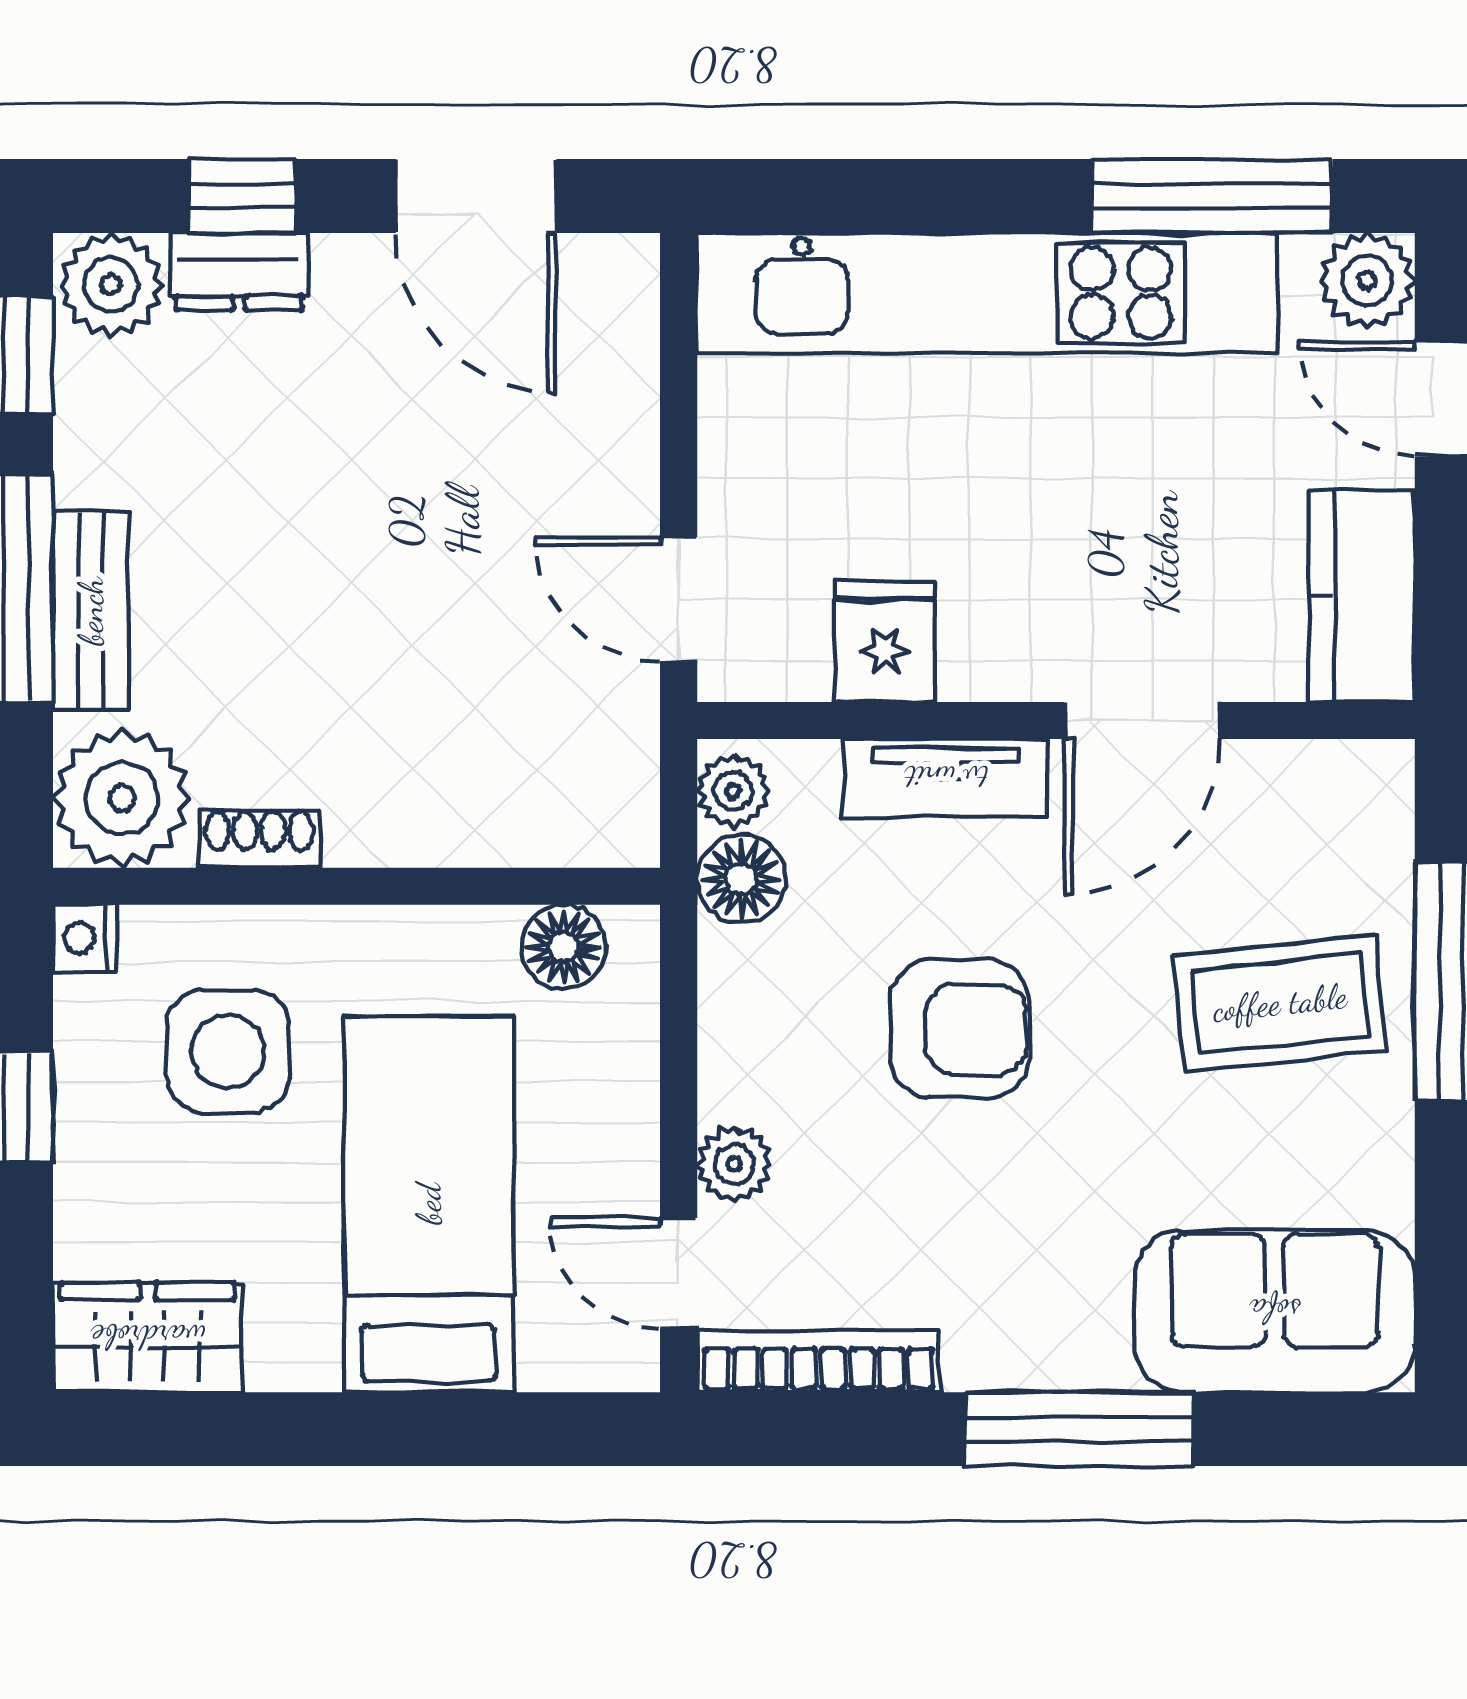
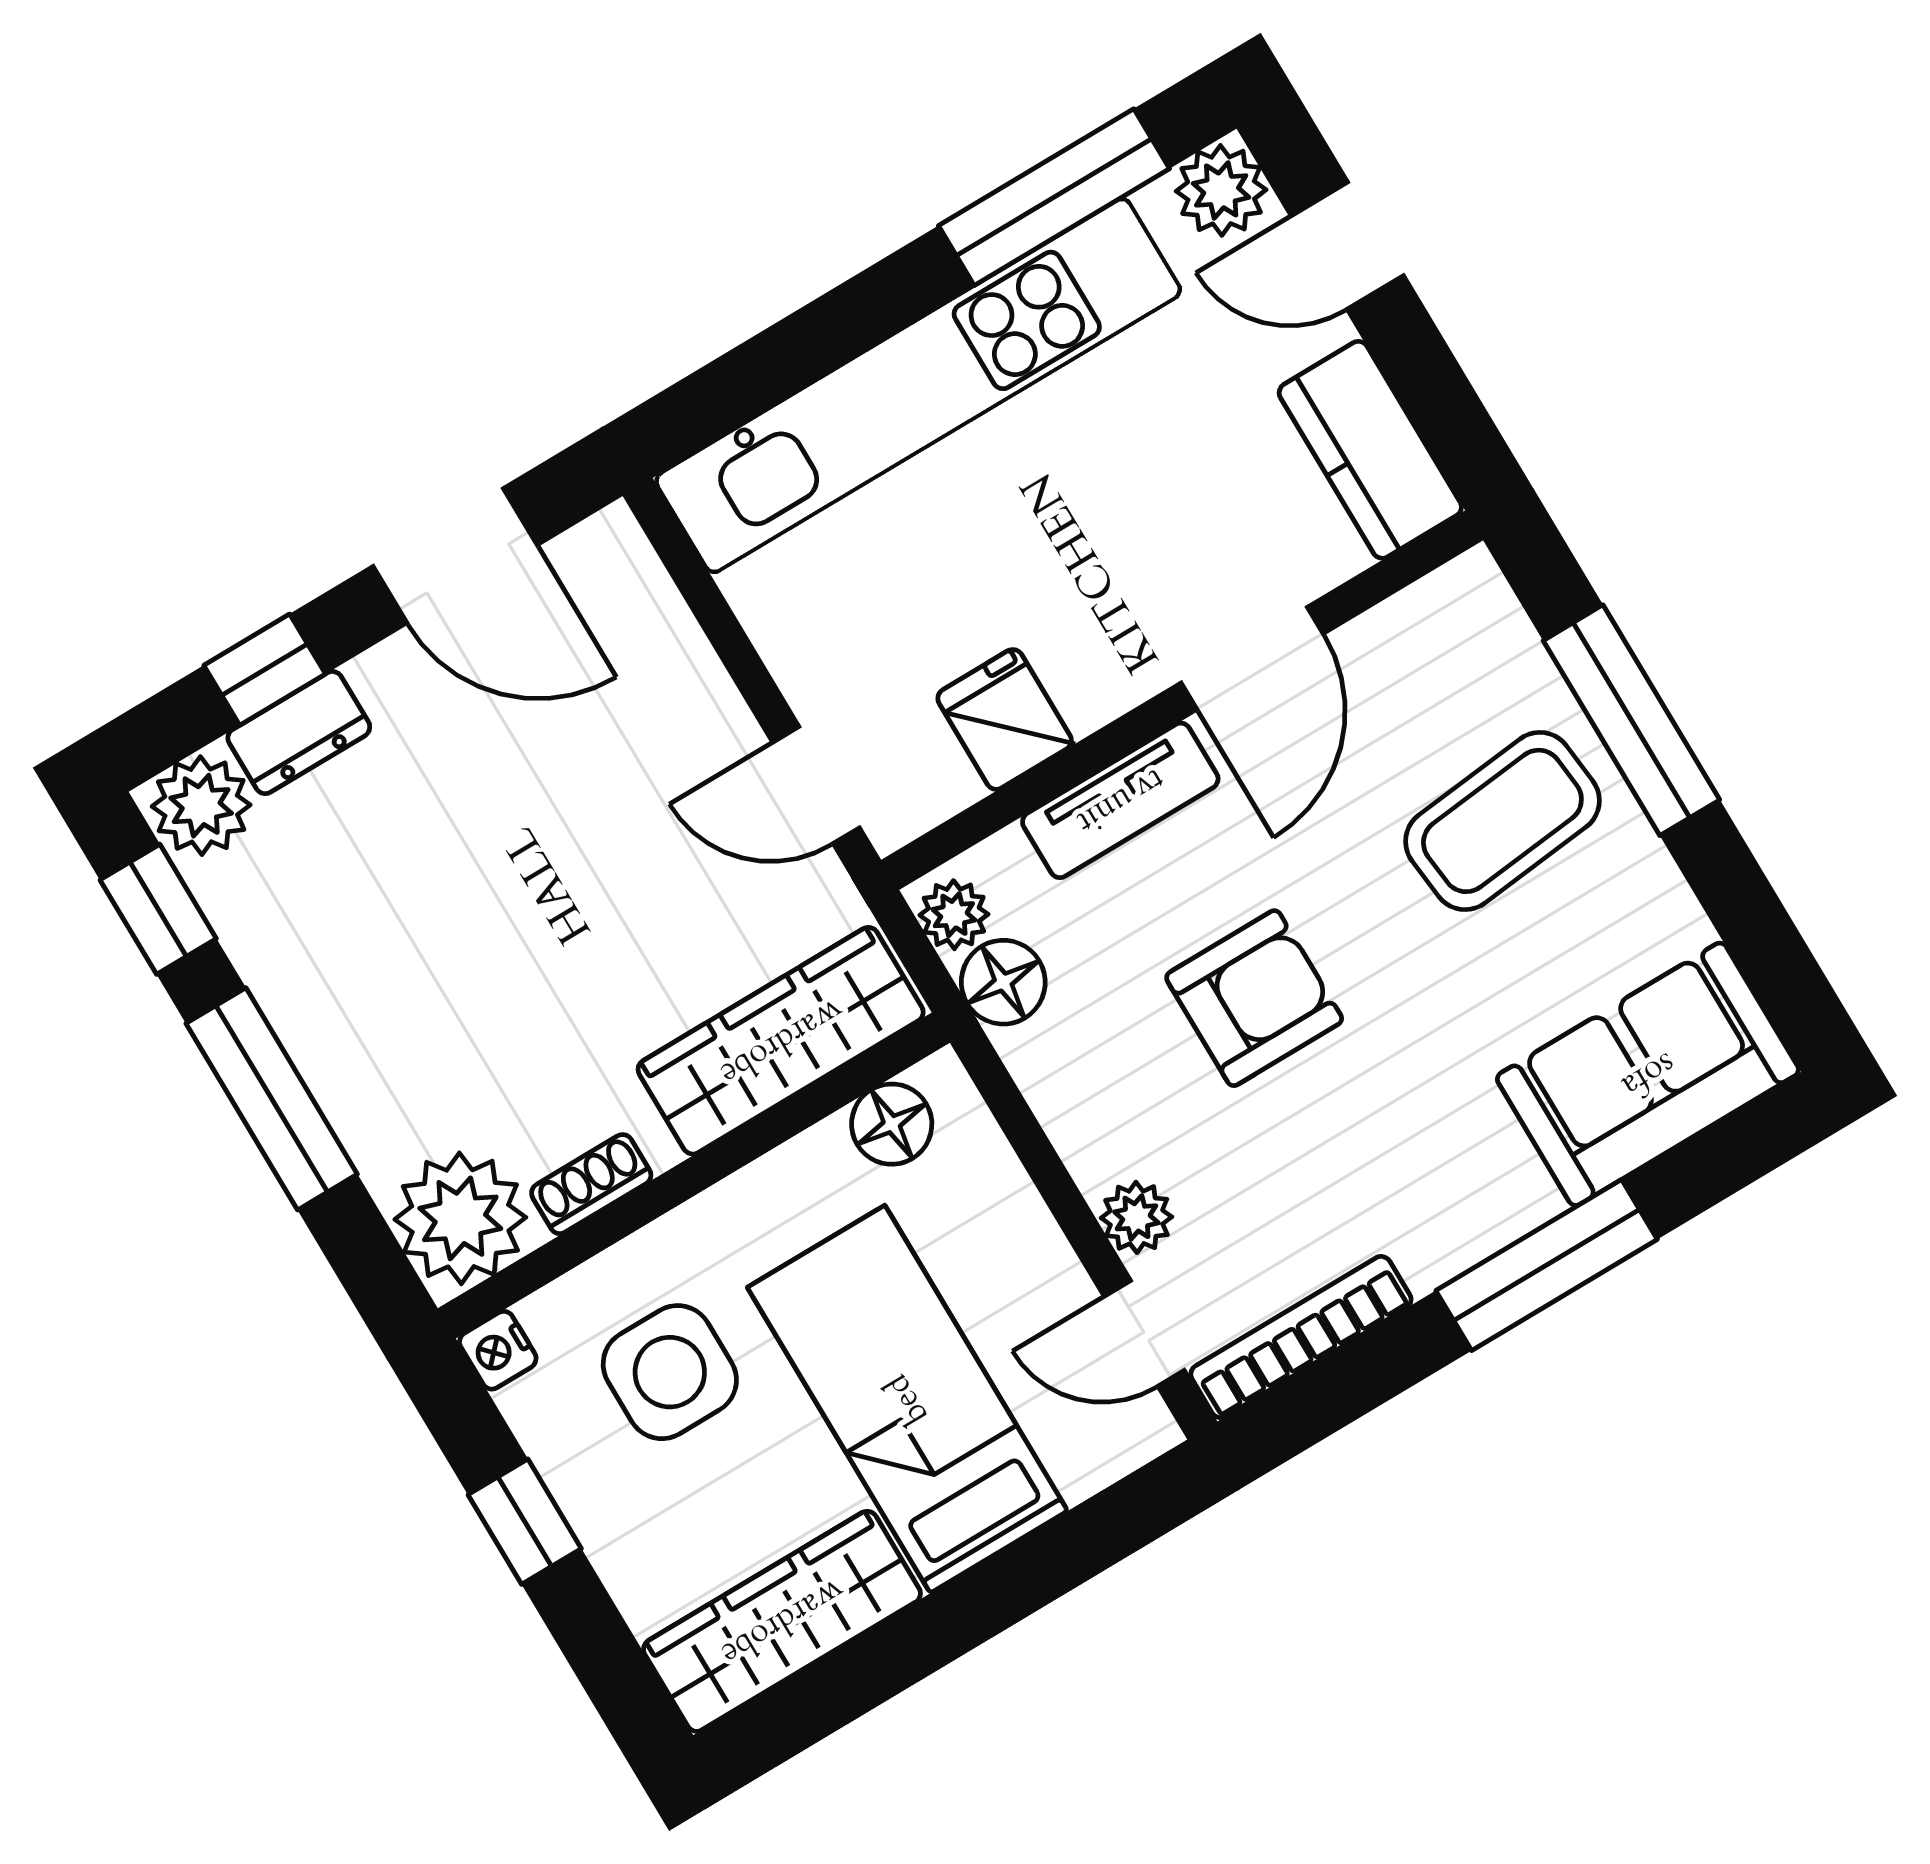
bench: (91, 611) -> (343, 1081), removed
wardrobe: (508, 811) -> (781, 1041), added
wardrobe: (148, 1337) -> (782, 1621), width x1.50

